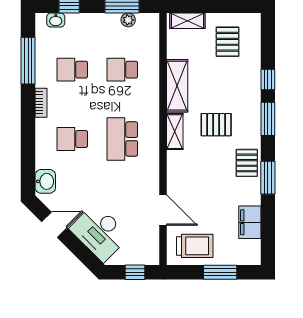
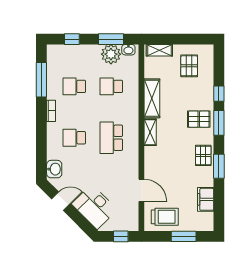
washbasin: (56, 20) -> (128, 50), moved
plant: (128, 20) -> (111, 54), width x1.87, depth x1.87
pallet: (216, 125) -> (199, 119), moved

